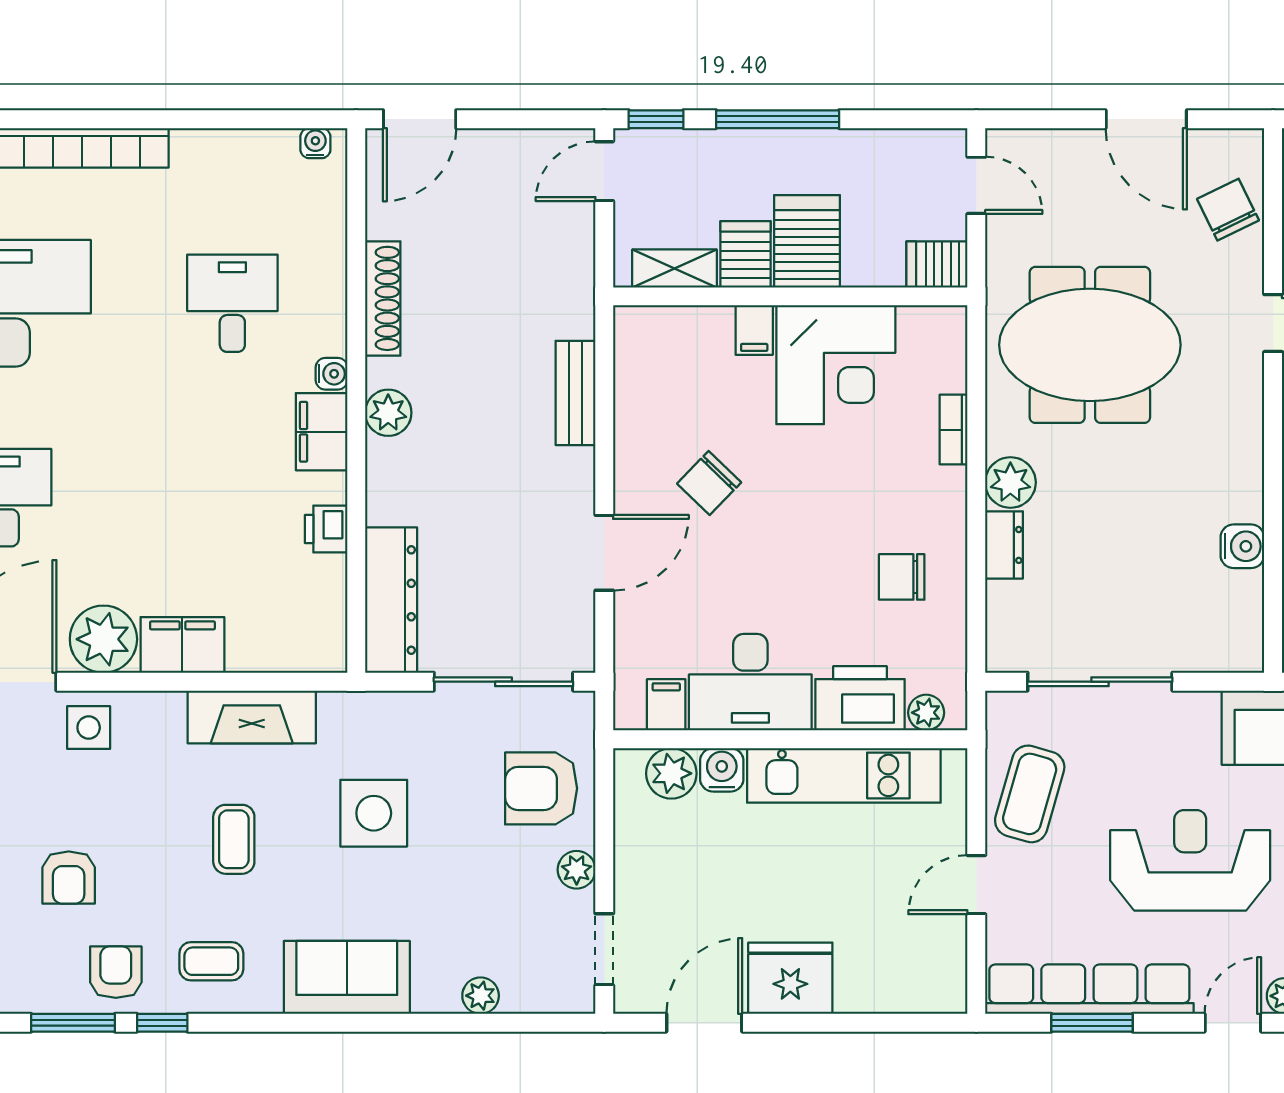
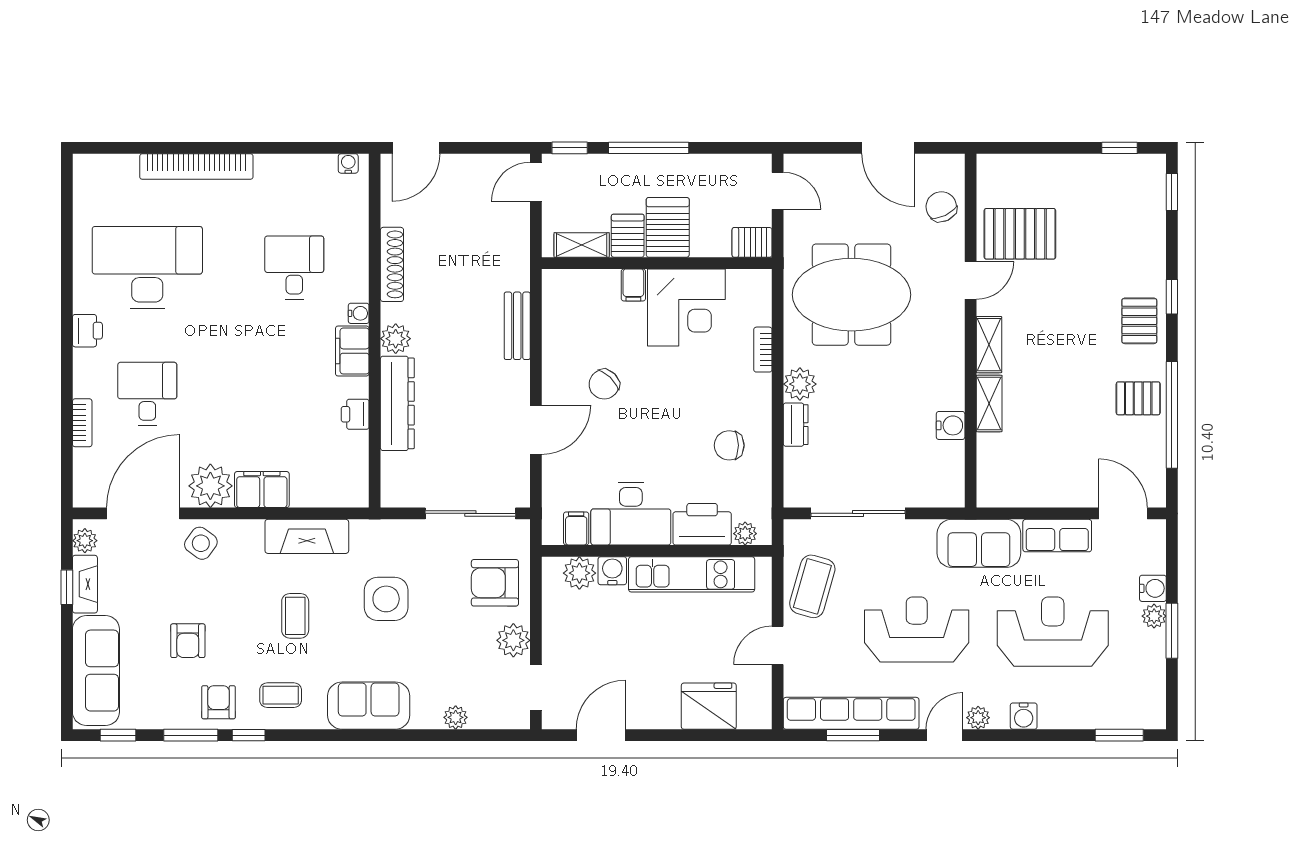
dresser: (391, 600) -> (397, 403), moved
side table: (89, 728) -> (201, 543), turned 36
plant: (577, 870) -> (513, 640), width x1.38, depth x1.38
fridge: (790, 978) -> (709, 706), moved

